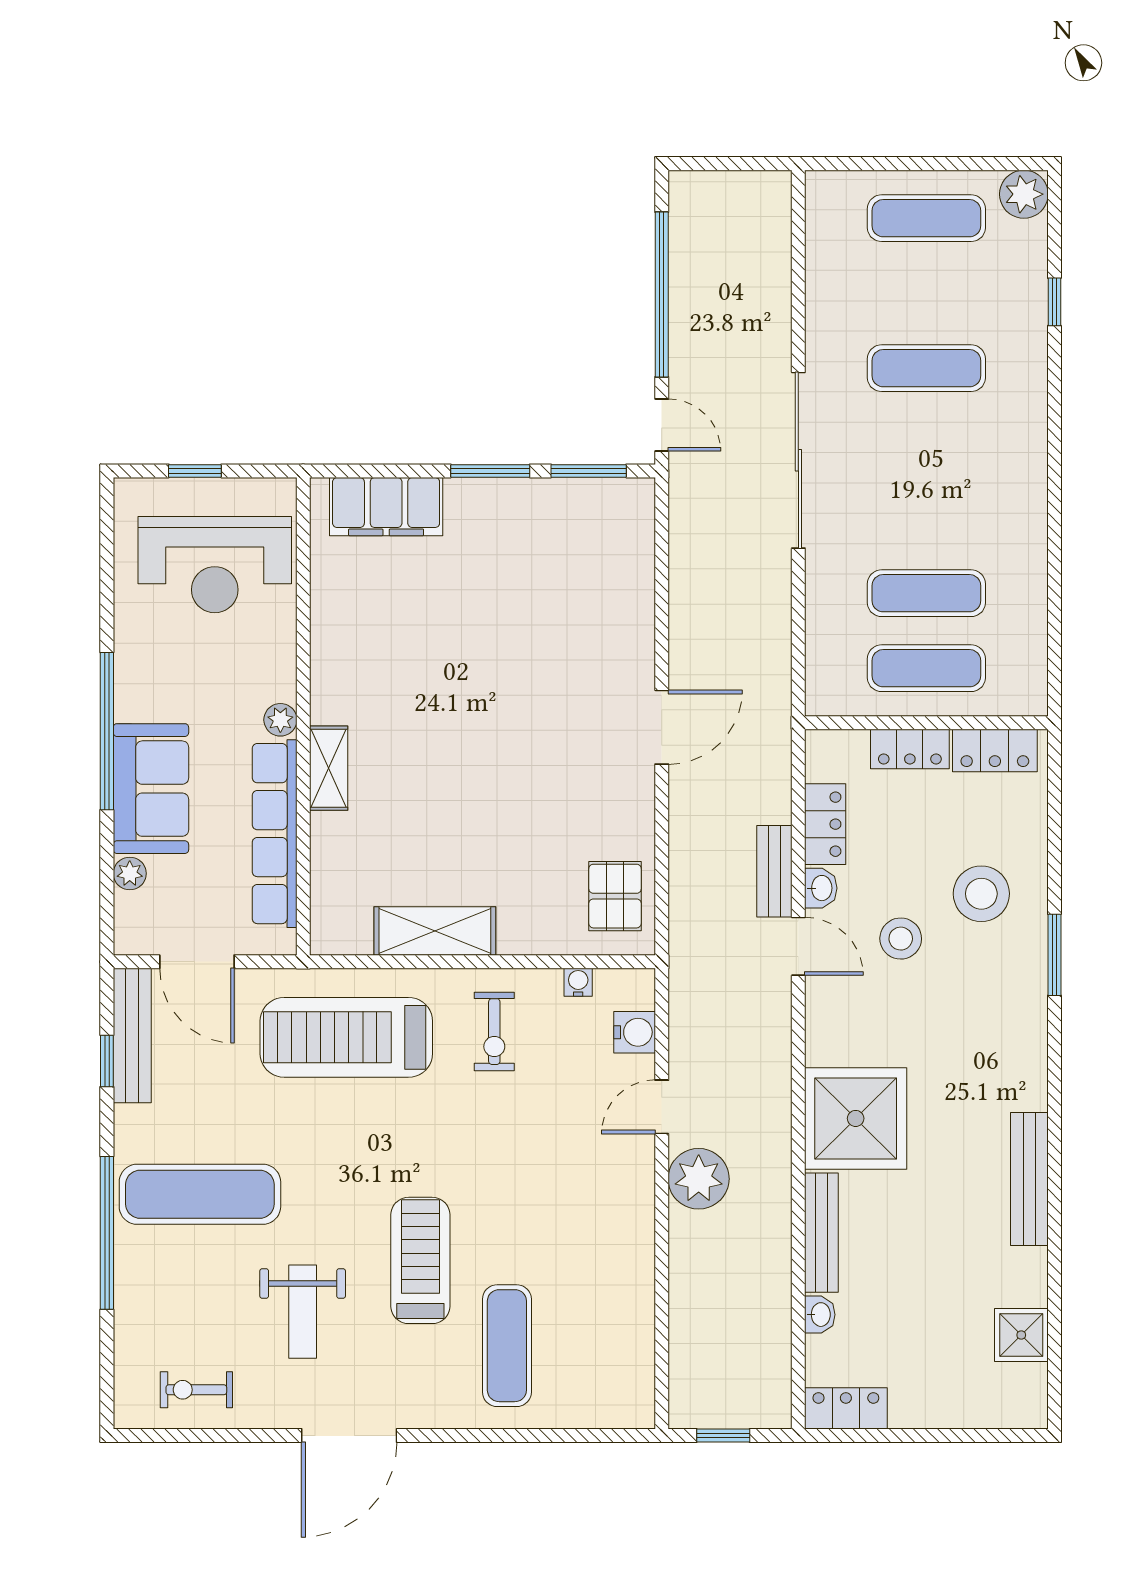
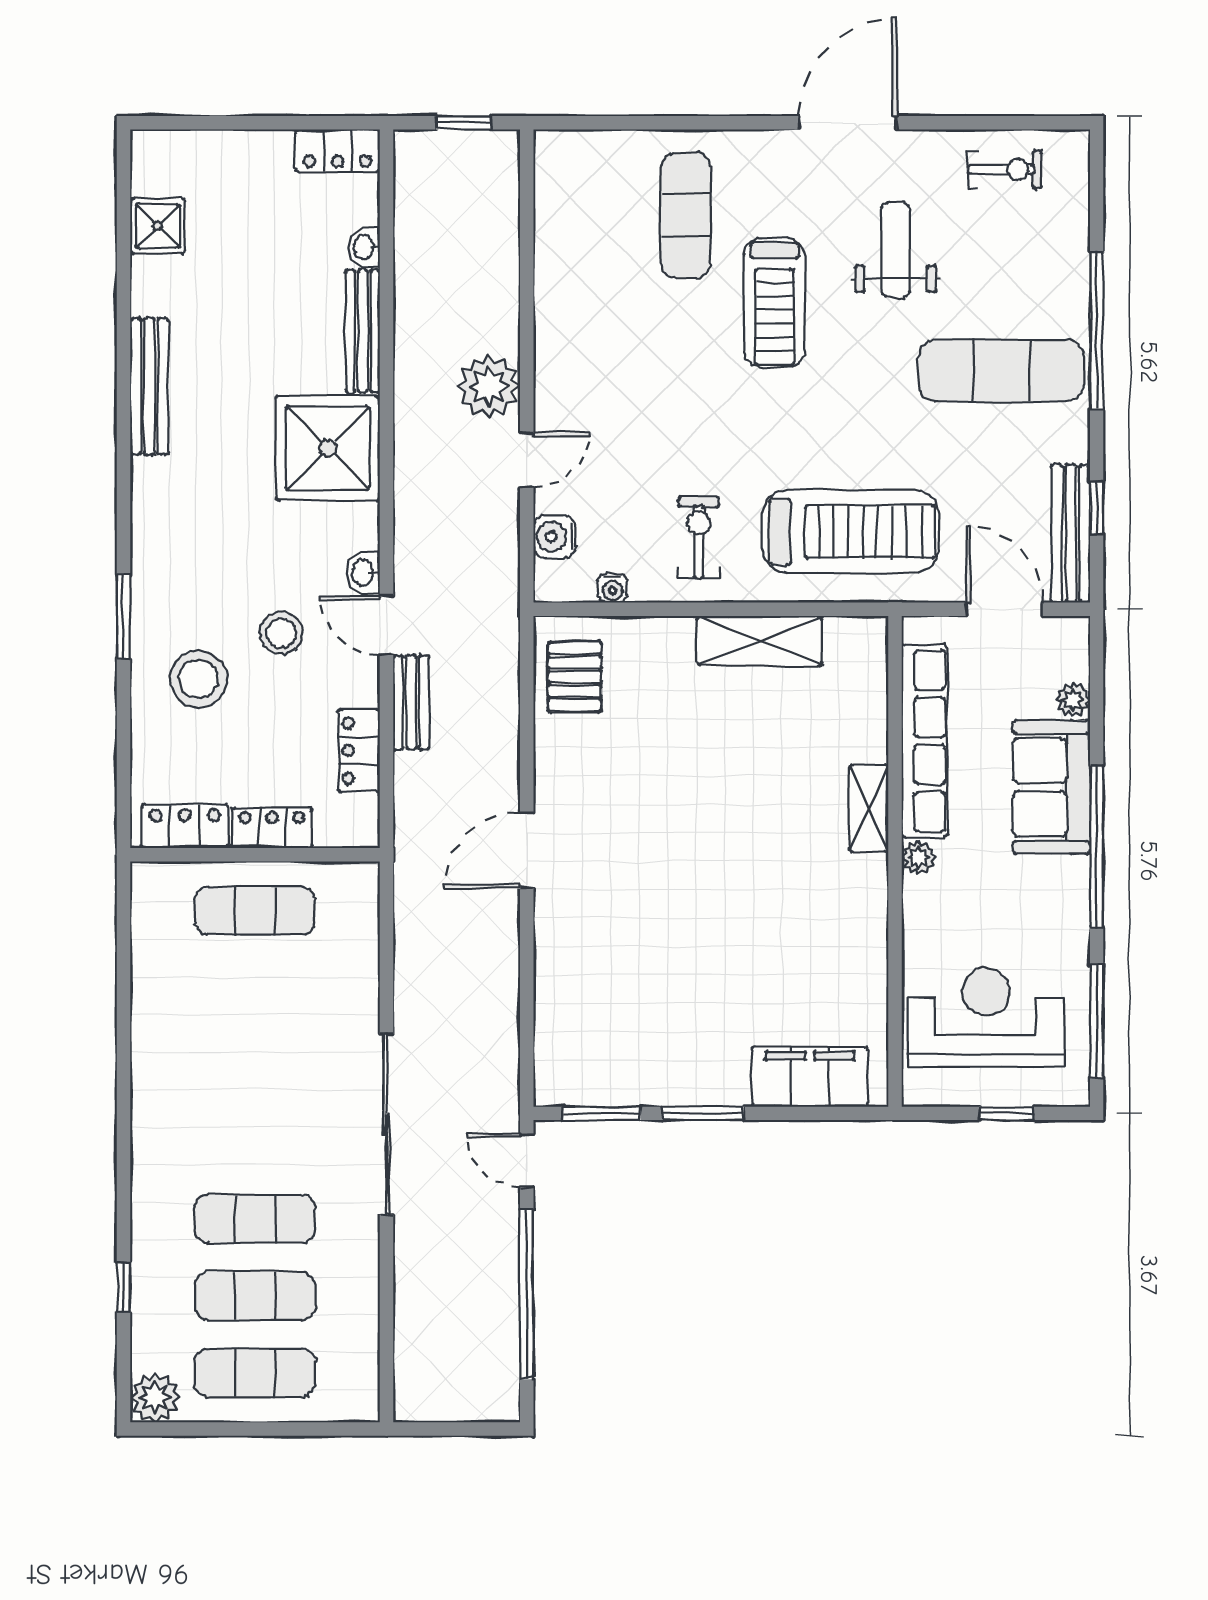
window: (107, 561) -> (1097, 1021), added
exercise mat: (926, 593) -> (255, 1296), moved
washbasin: (821, 888) -> (363, 573), moved

